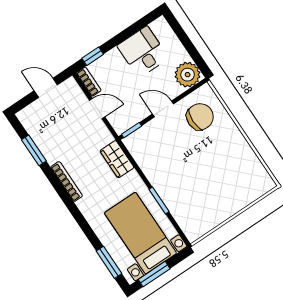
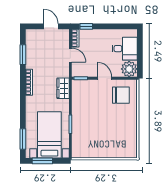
desk: (143, 52) -> (125, 49), moved, turned 90

